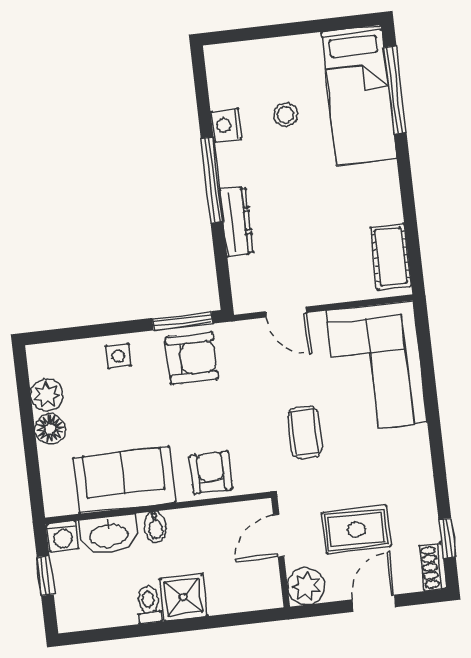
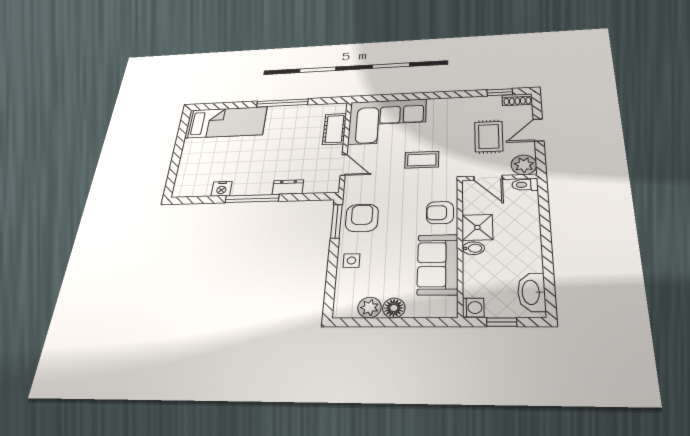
window: (395, 90) -> (282, 103), moved
stool: (286, 115) -> (225, 158), removed
dresser: (237, 222) -> (288, 187), width x0.70
cot: (391, 257) -> (335, 129), moved, turned 90
door: (286, 312) -> (344, 165), hinge flipped
washbasin: (109, 535) -> (532, 292), moved, turned 180
shower: (184, 597) -> (477, 227), moved
door: (374, 603) -> (538, 130), hinge flipped
toilet: (149, 604) -> (525, 185), moved

